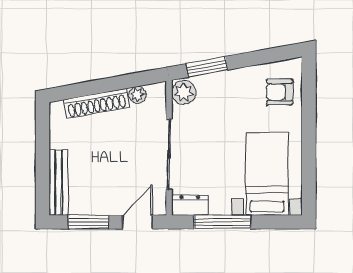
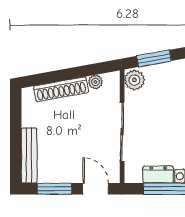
dresser: (190, 205) -> (158, 175), moved
door: (137, 222) -> (96, 189), hinge flipped

